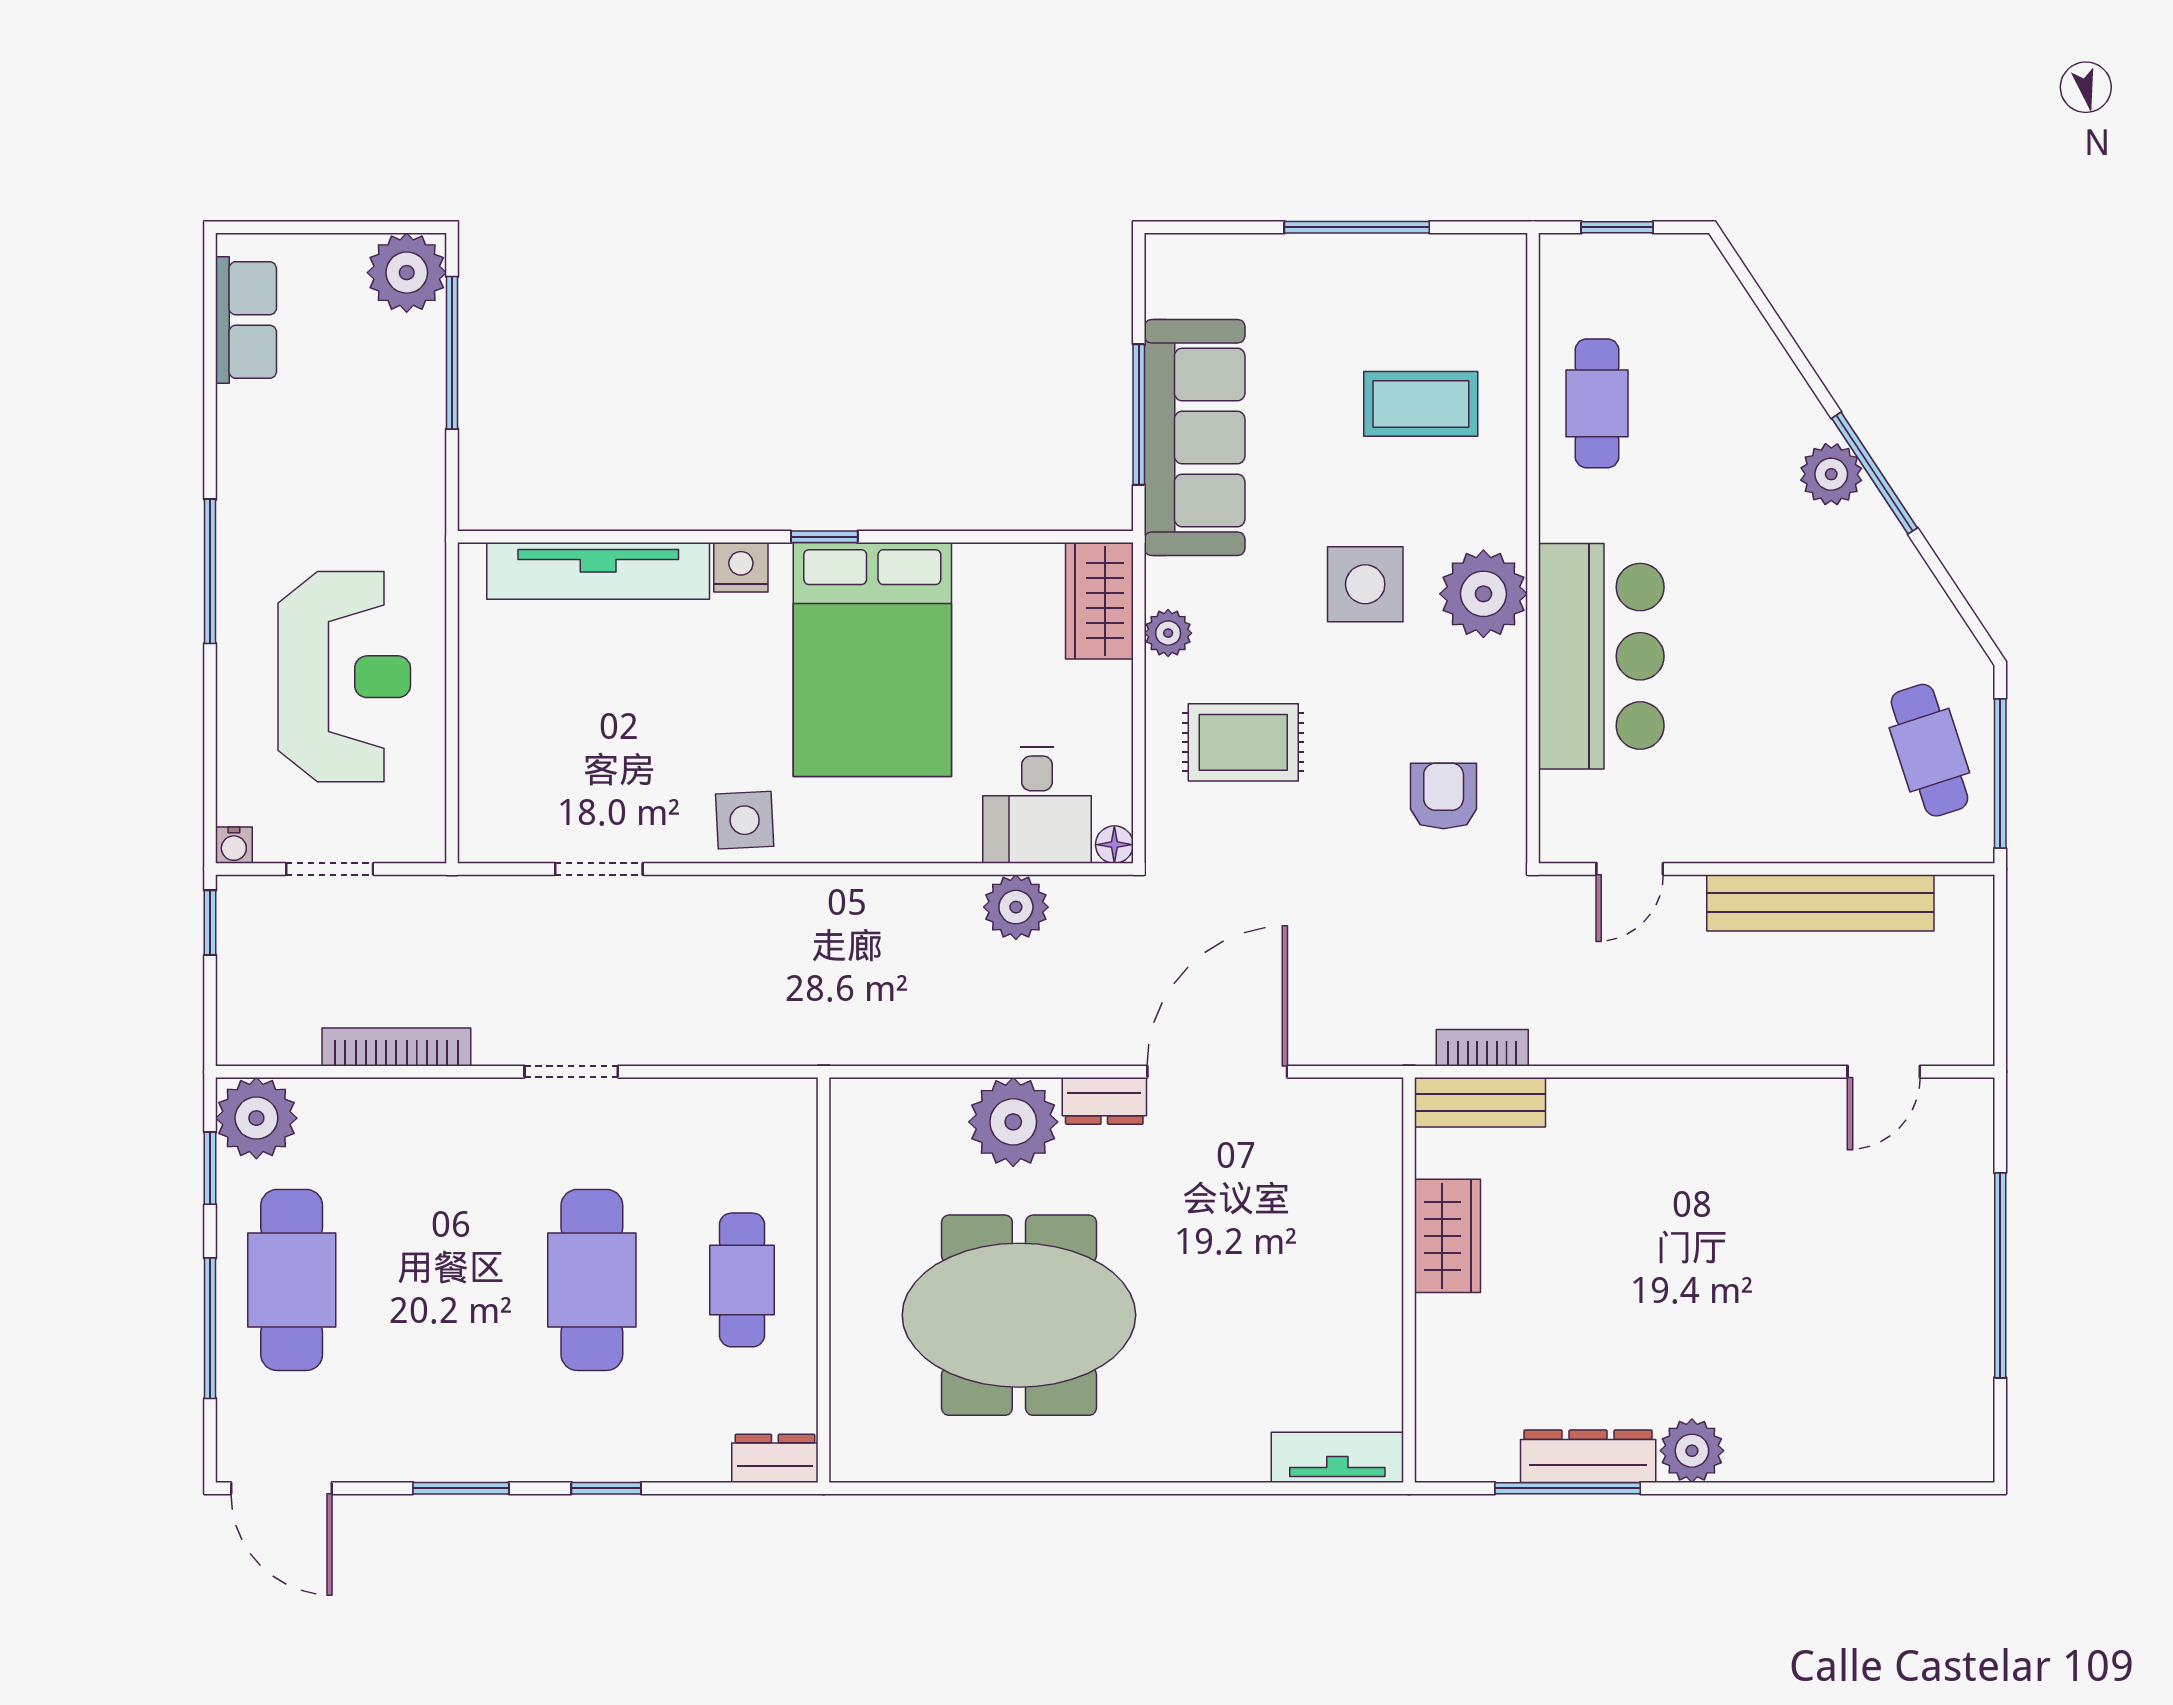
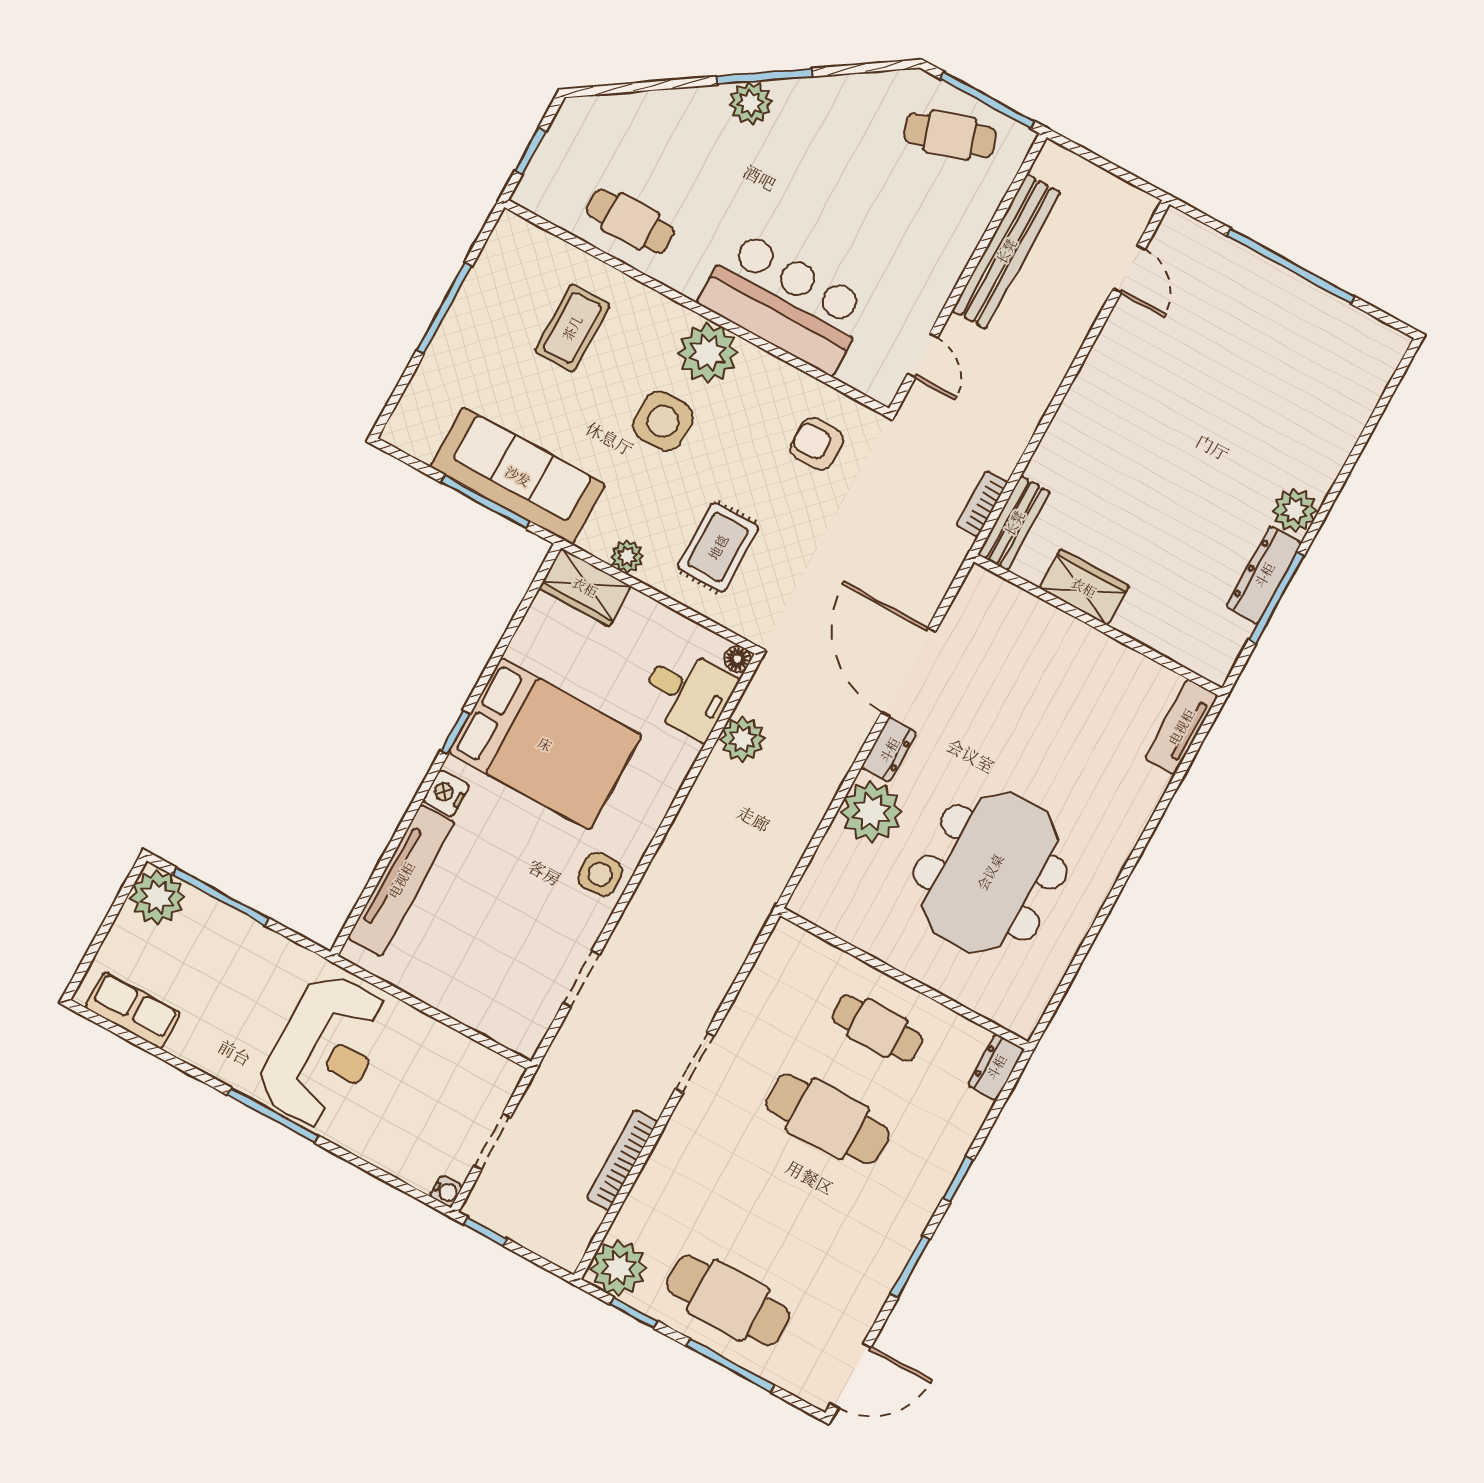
reception desk: (344, 677) -> (325, 1051), moved, turned 90

